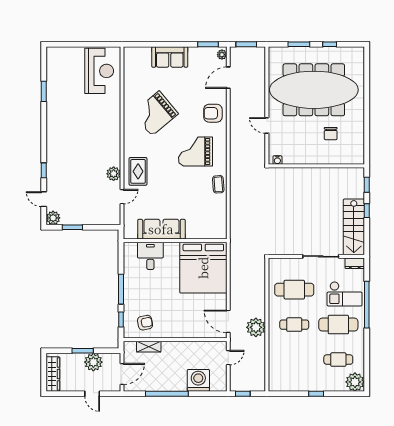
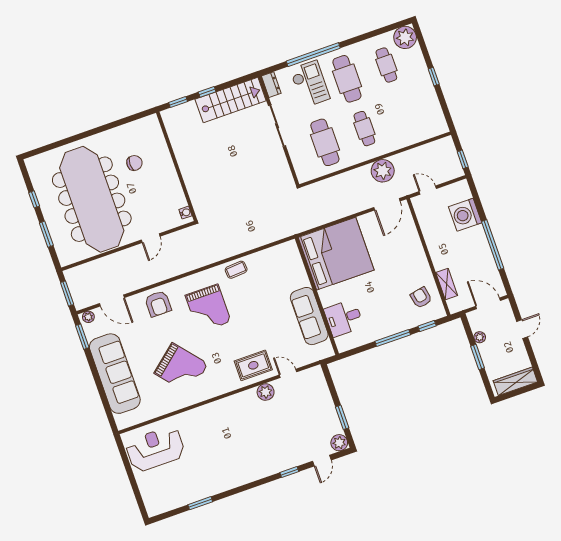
sofa: (170, 57) -> (115, 374), width x1.85, depth x1.27
plant: (93, 362) -> (480, 337), width x0.53, depth x0.53

